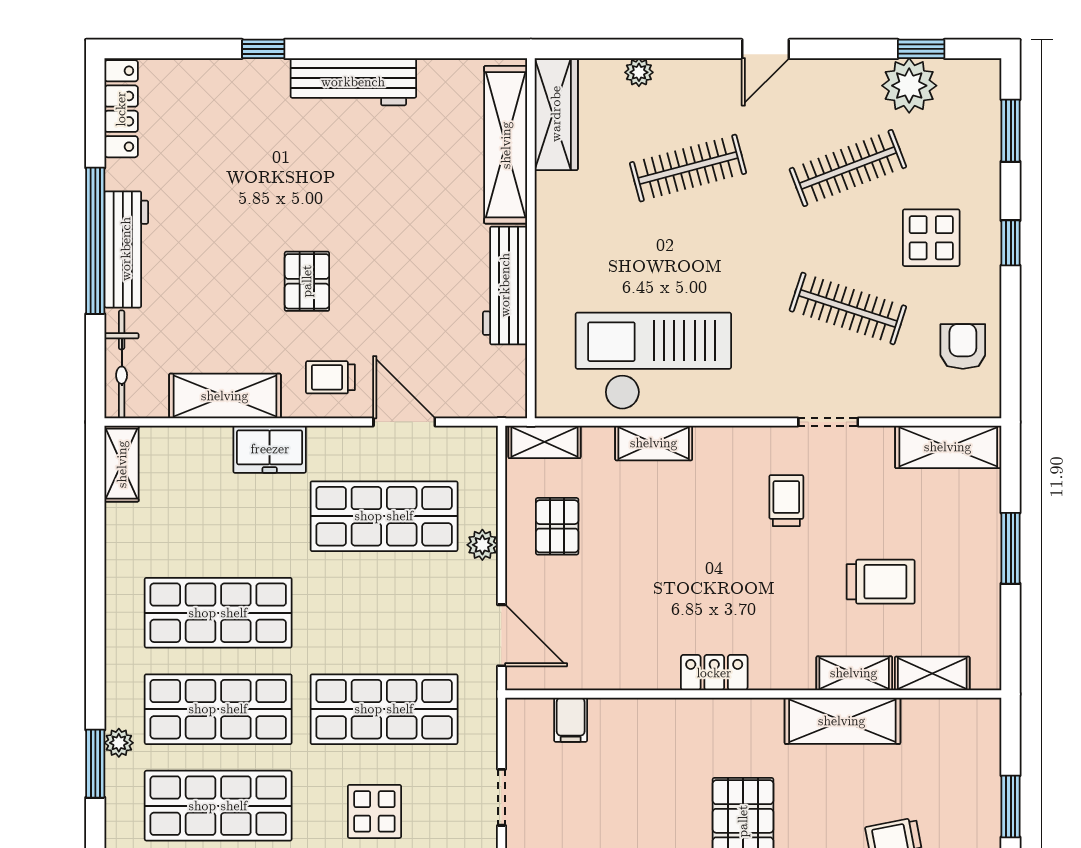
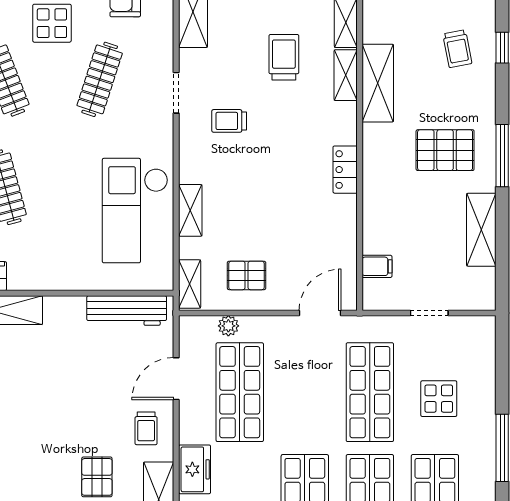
pallet: (307, 281) -> (97, 477), moved, turned 90
workbench: (505, 285) -> (127, 311), moved
plant: (482, 545) -> (228, 326), moved

